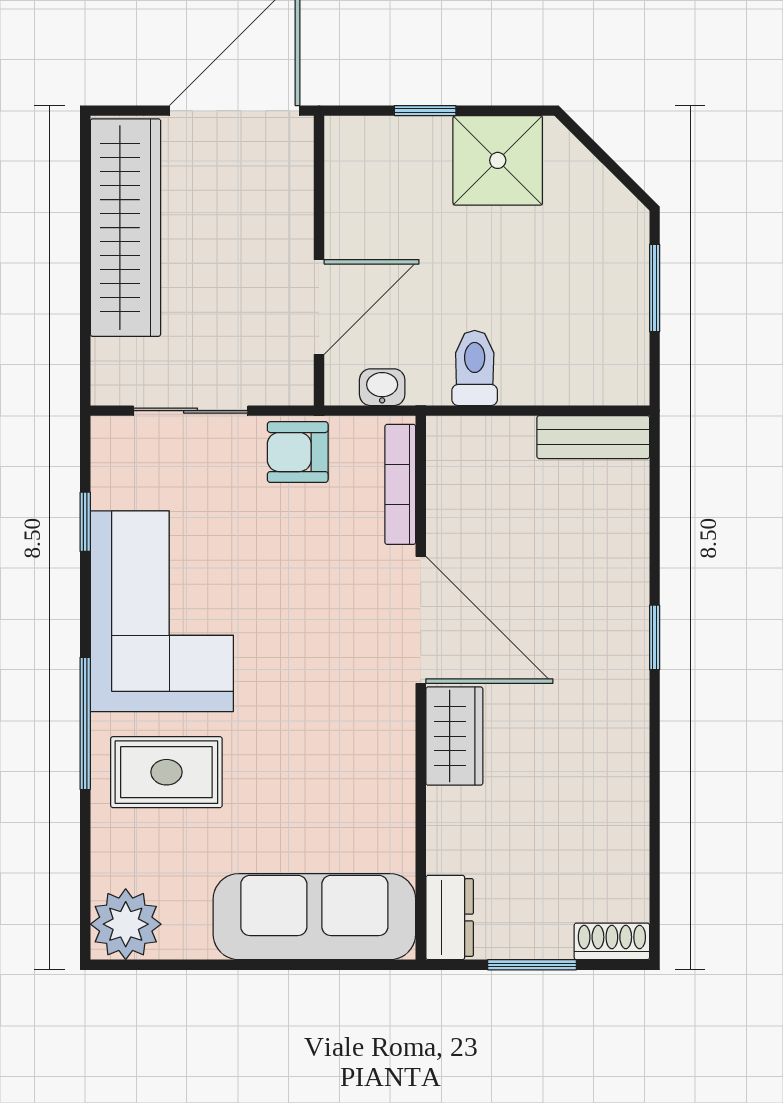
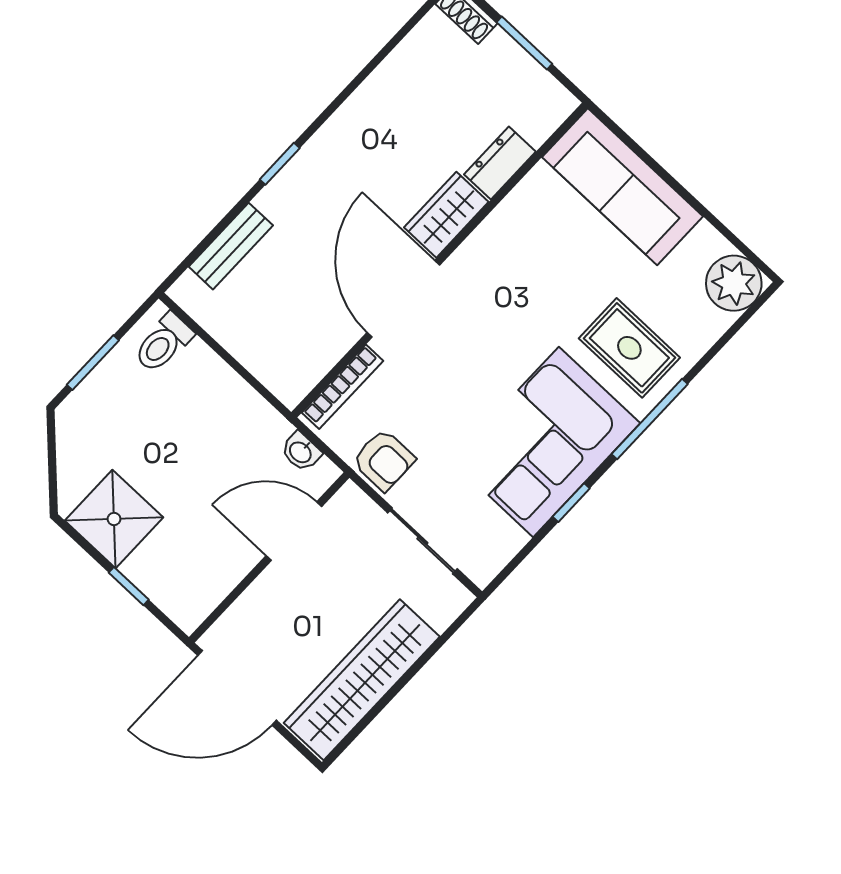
toilet: (475, 368) -> (163, 343), moved
bench: (593, 437) -> (231, 246), moved, turned 90
window: (85, 522) -> (571, 503), moved
dresser: (450, 918) -> (500, 163), moved

